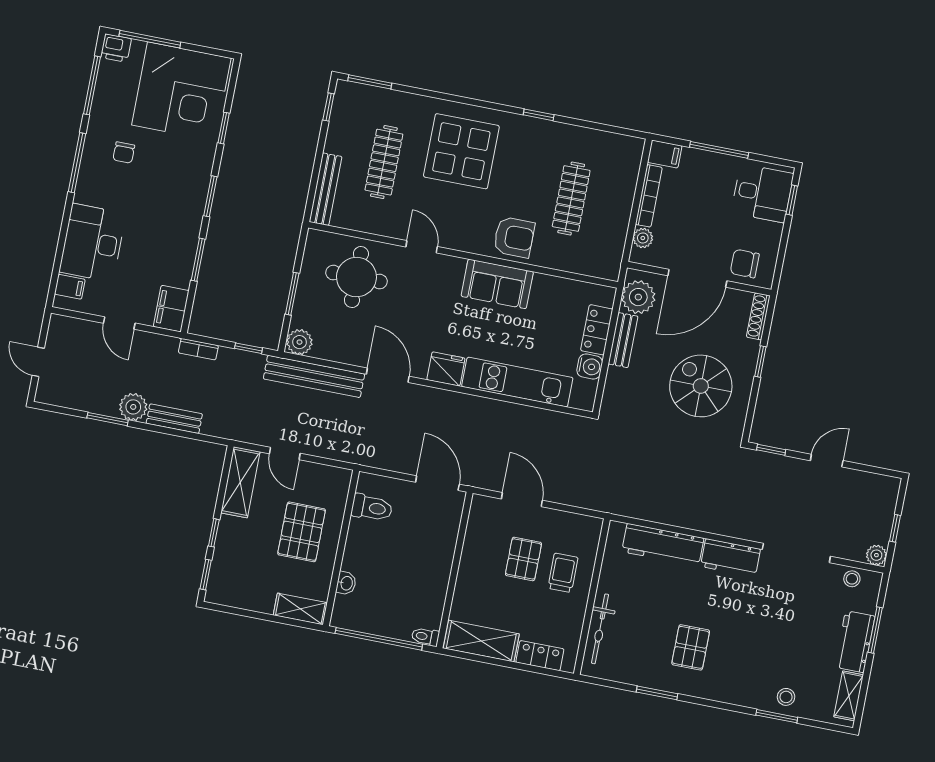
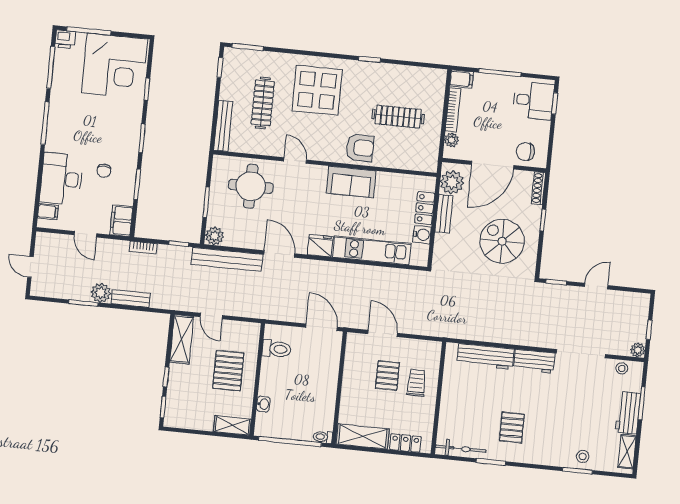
chair: (124, 153) -> (104, 171), moved
clothes rail: (571, 198) -> (398, 117), turned 90
bicycle: (600, 629) -> (461, 449), moved, turned -90

